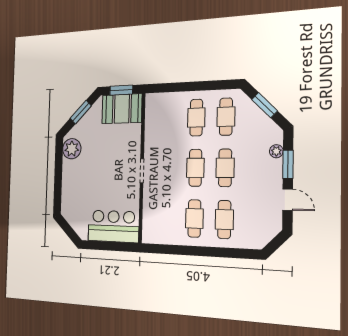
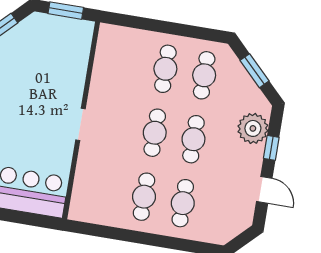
booth: (122, 109) -> (63, 36), removed
plant: (276, 151) -> (253, 128), width x1.88, depth x1.88
window: (288, 164) -> (271, 148), width x0.67

